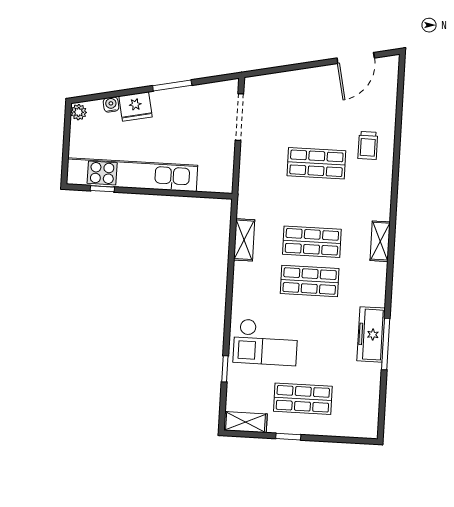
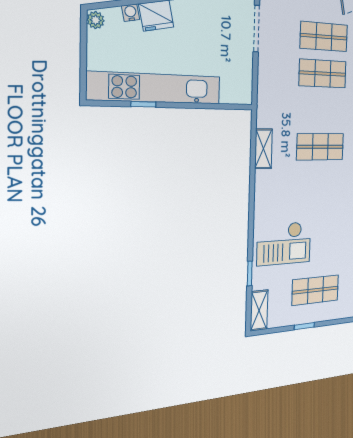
window: (102, 189) -> (143, 104), moved
shop shelf: (310, 281) -> (324, 37), moved
shelving: (246, 422) -> (259, 310), moved, turned 90

